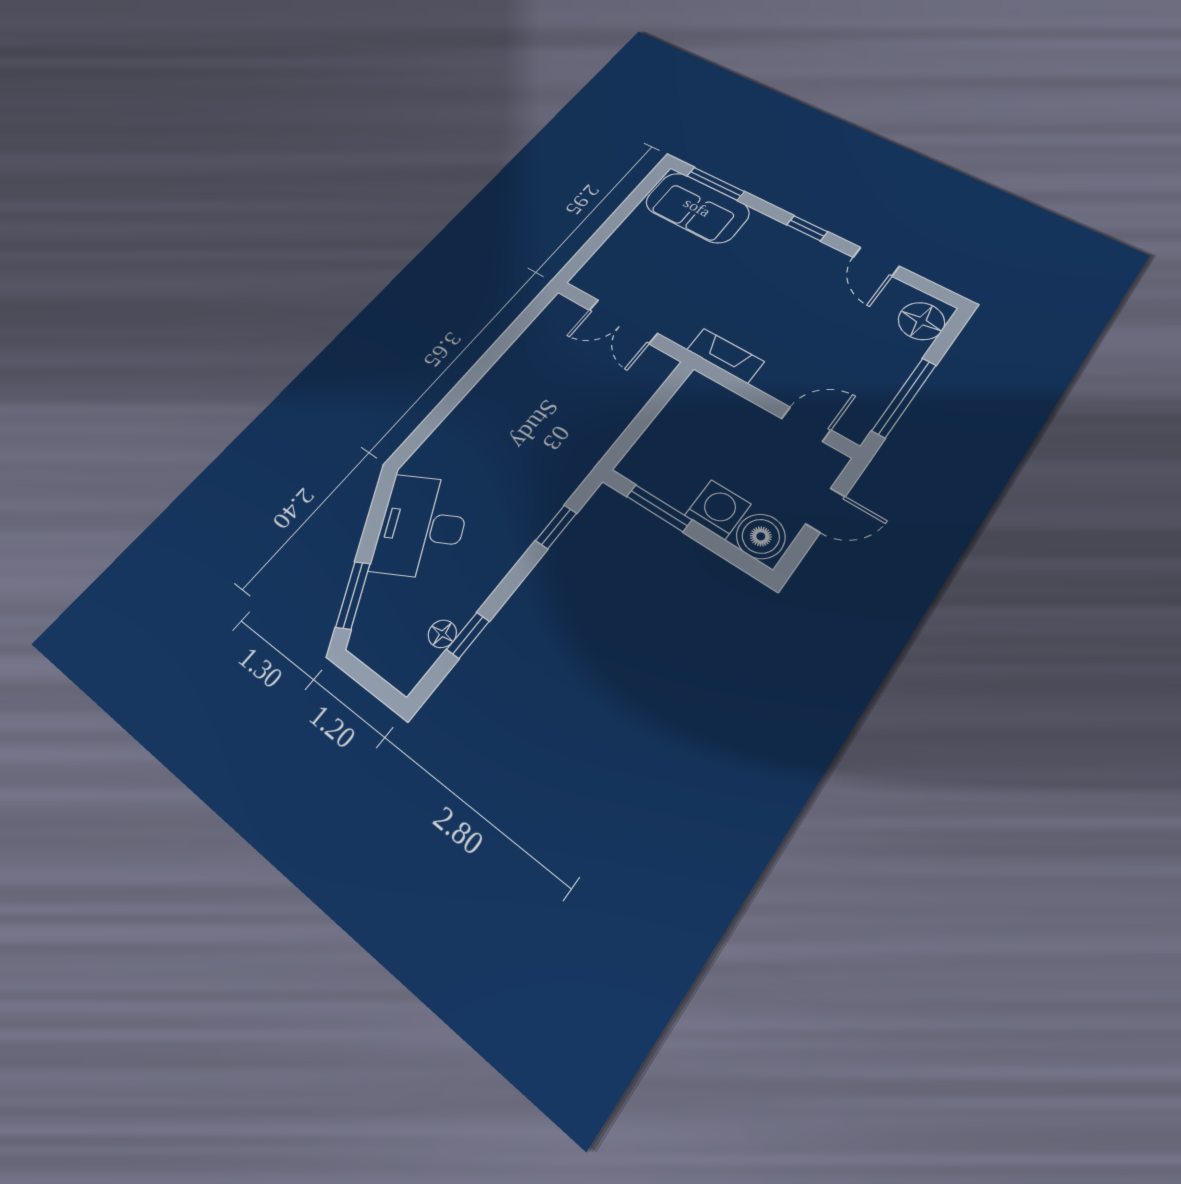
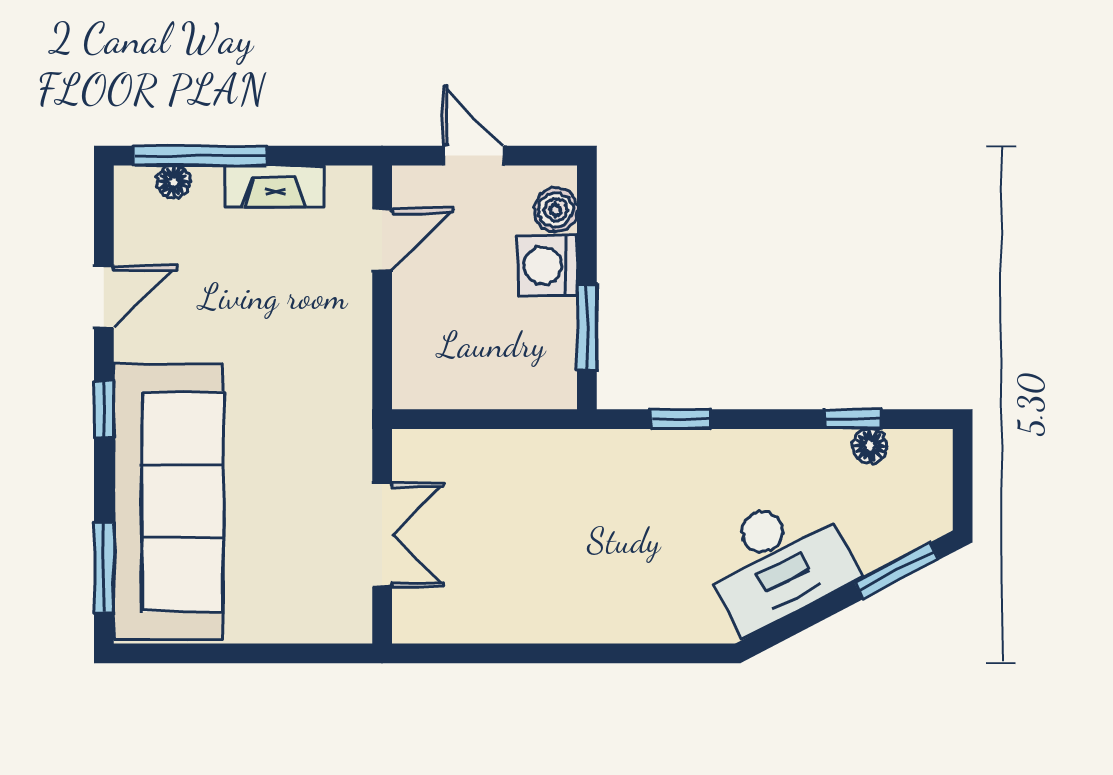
sofa: (697, 208) -> (168, 501), width x1.85, depth x1.27
floor lamp: (921, 321) -> (173, 181), width x0.53, depth x0.53
fireplace: (725, 356) -> (275, 186), moved, turned -90
window: (904, 398) -> (200, 156), moved
door: (806, 424) -> (382, 240), swing flipped
boiler: (761, 536) -> (555, 210), width x0.73, depth x0.73

